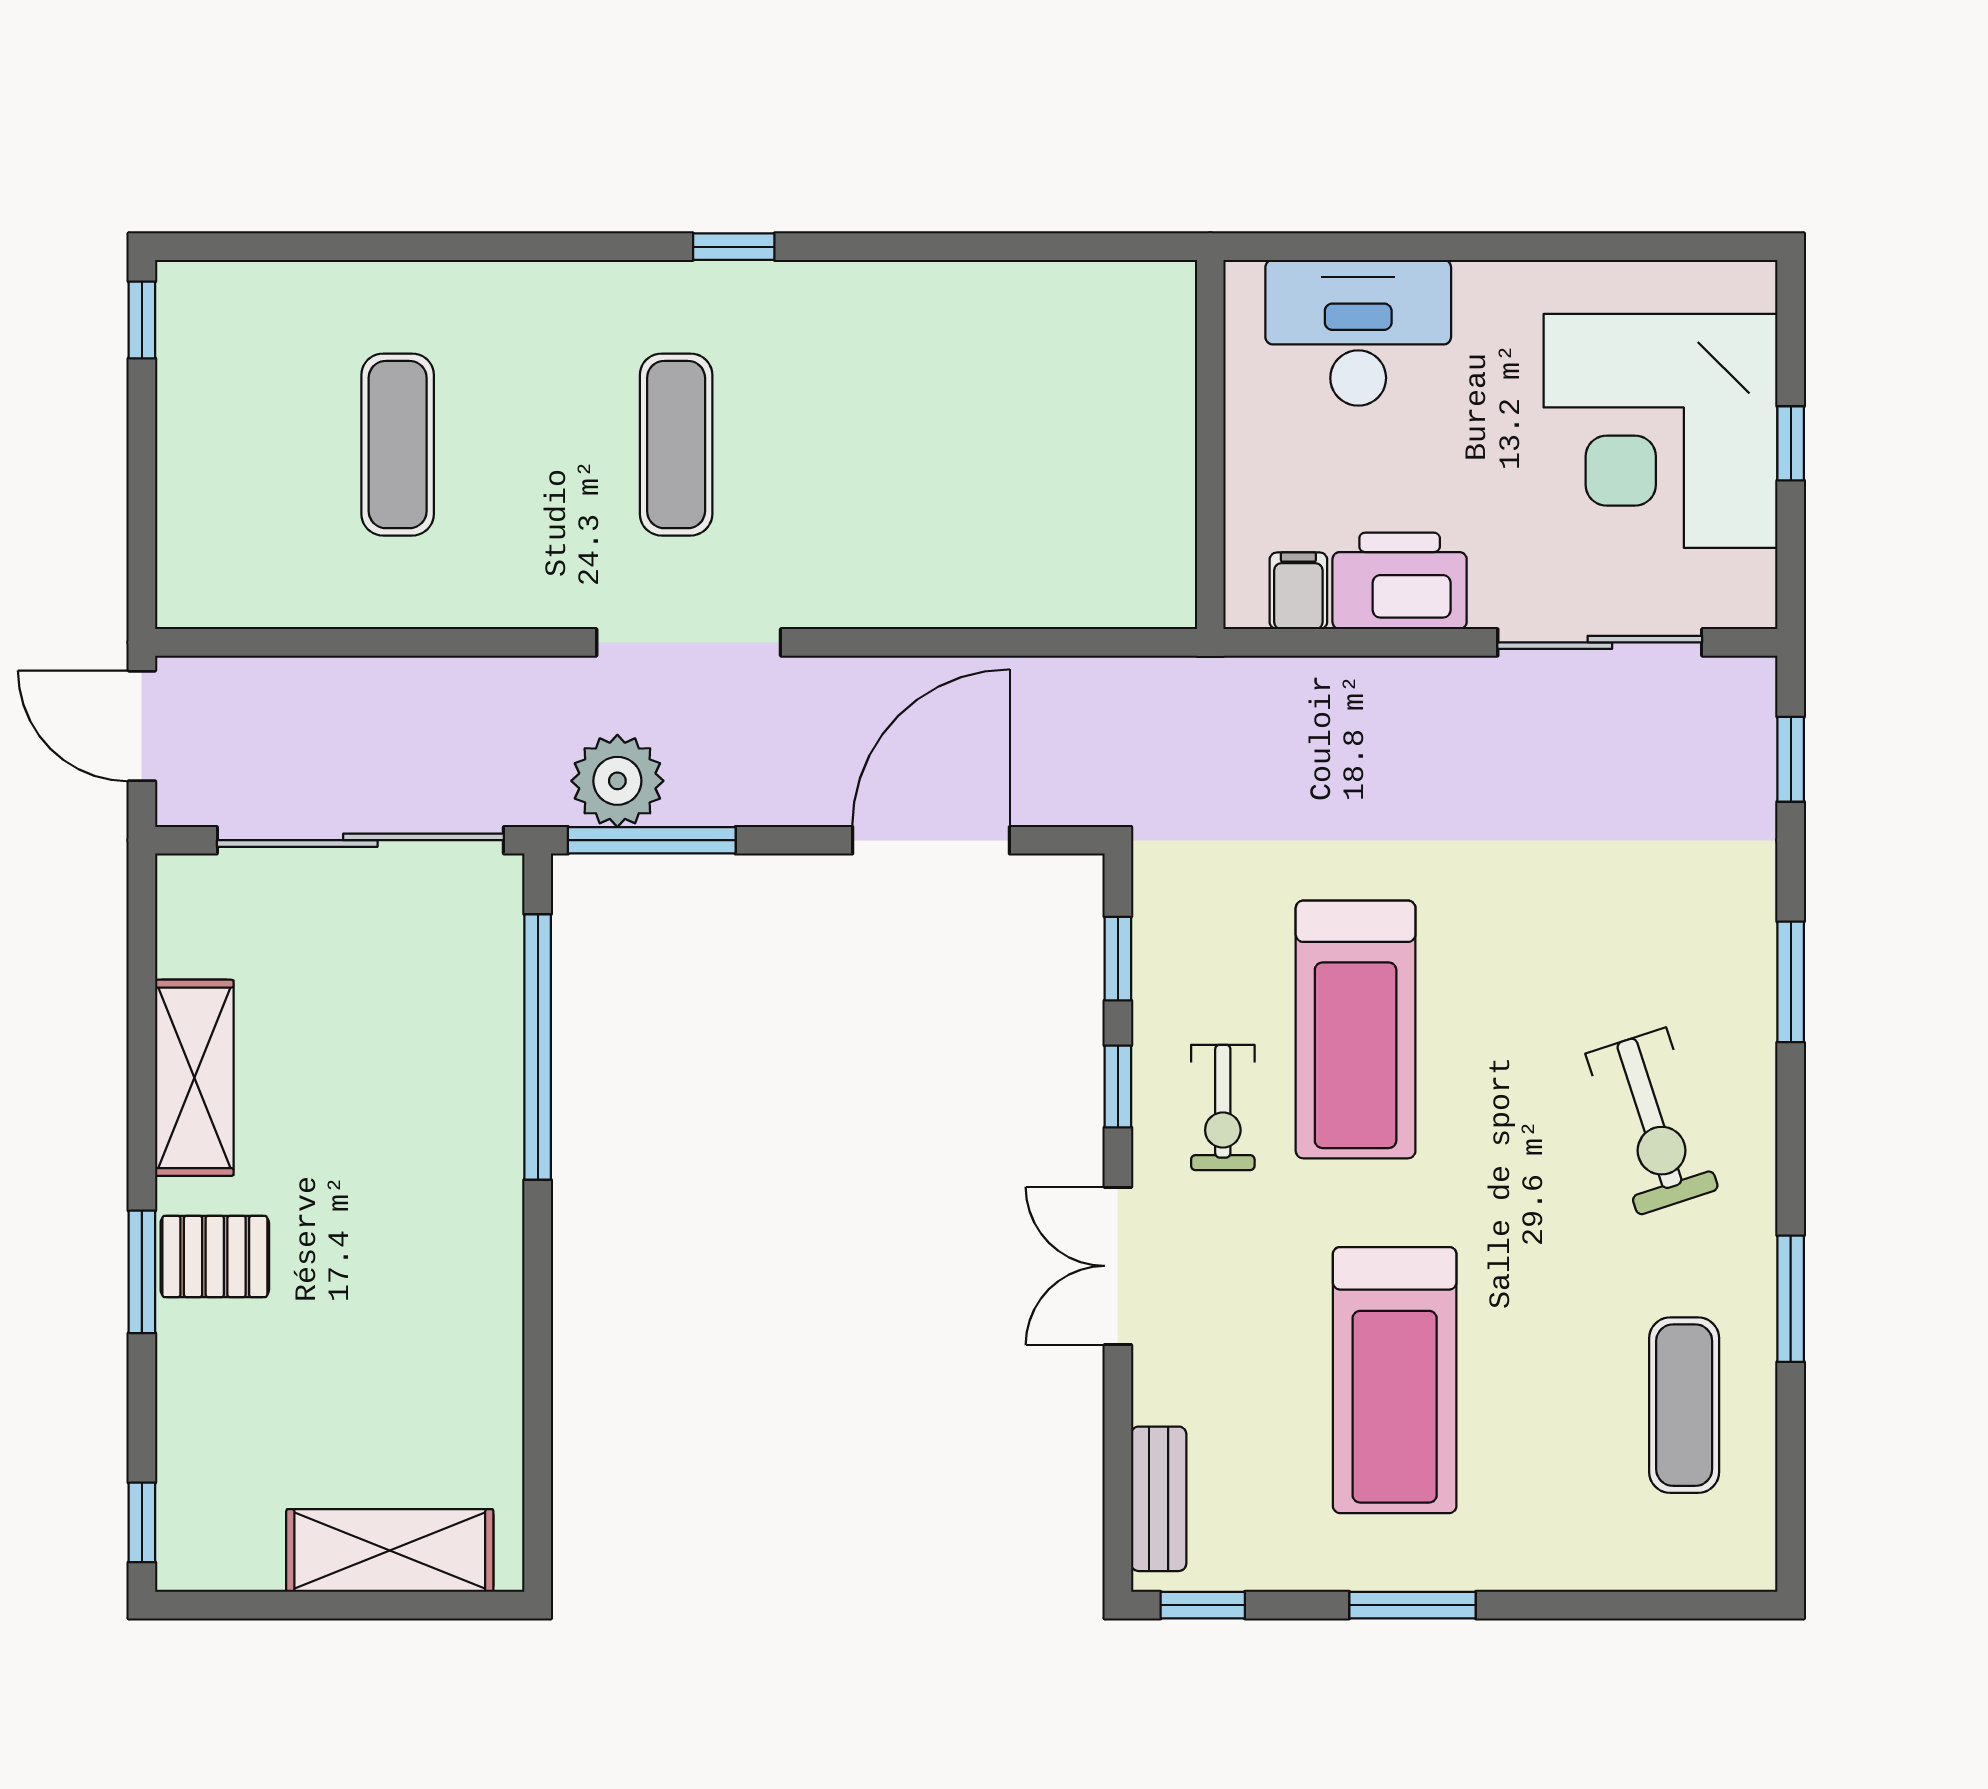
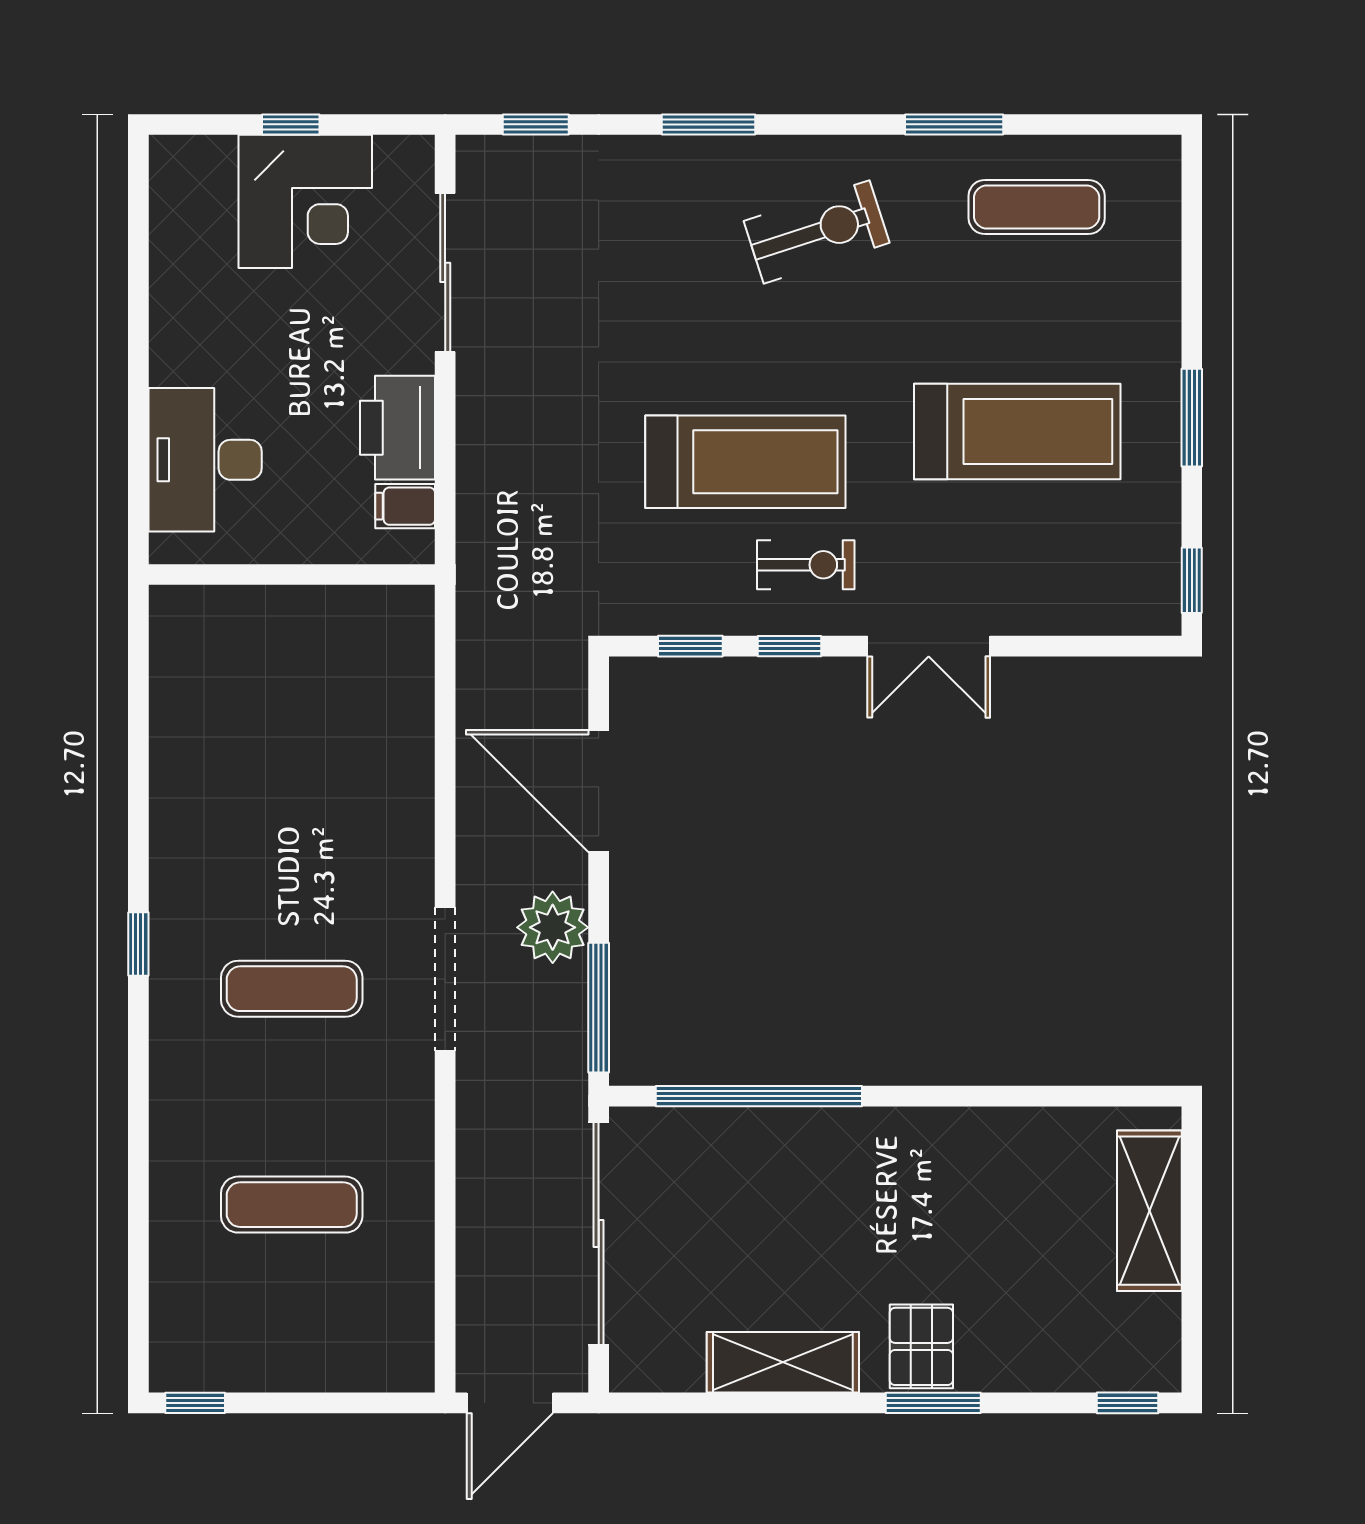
corner desk: (1660, 431) -> (305, 201), width x0.74, depth x0.74
plant: (617, 781) -> (553, 927), moved
bench: (1159, 1499) -> (1109, 614), removed

